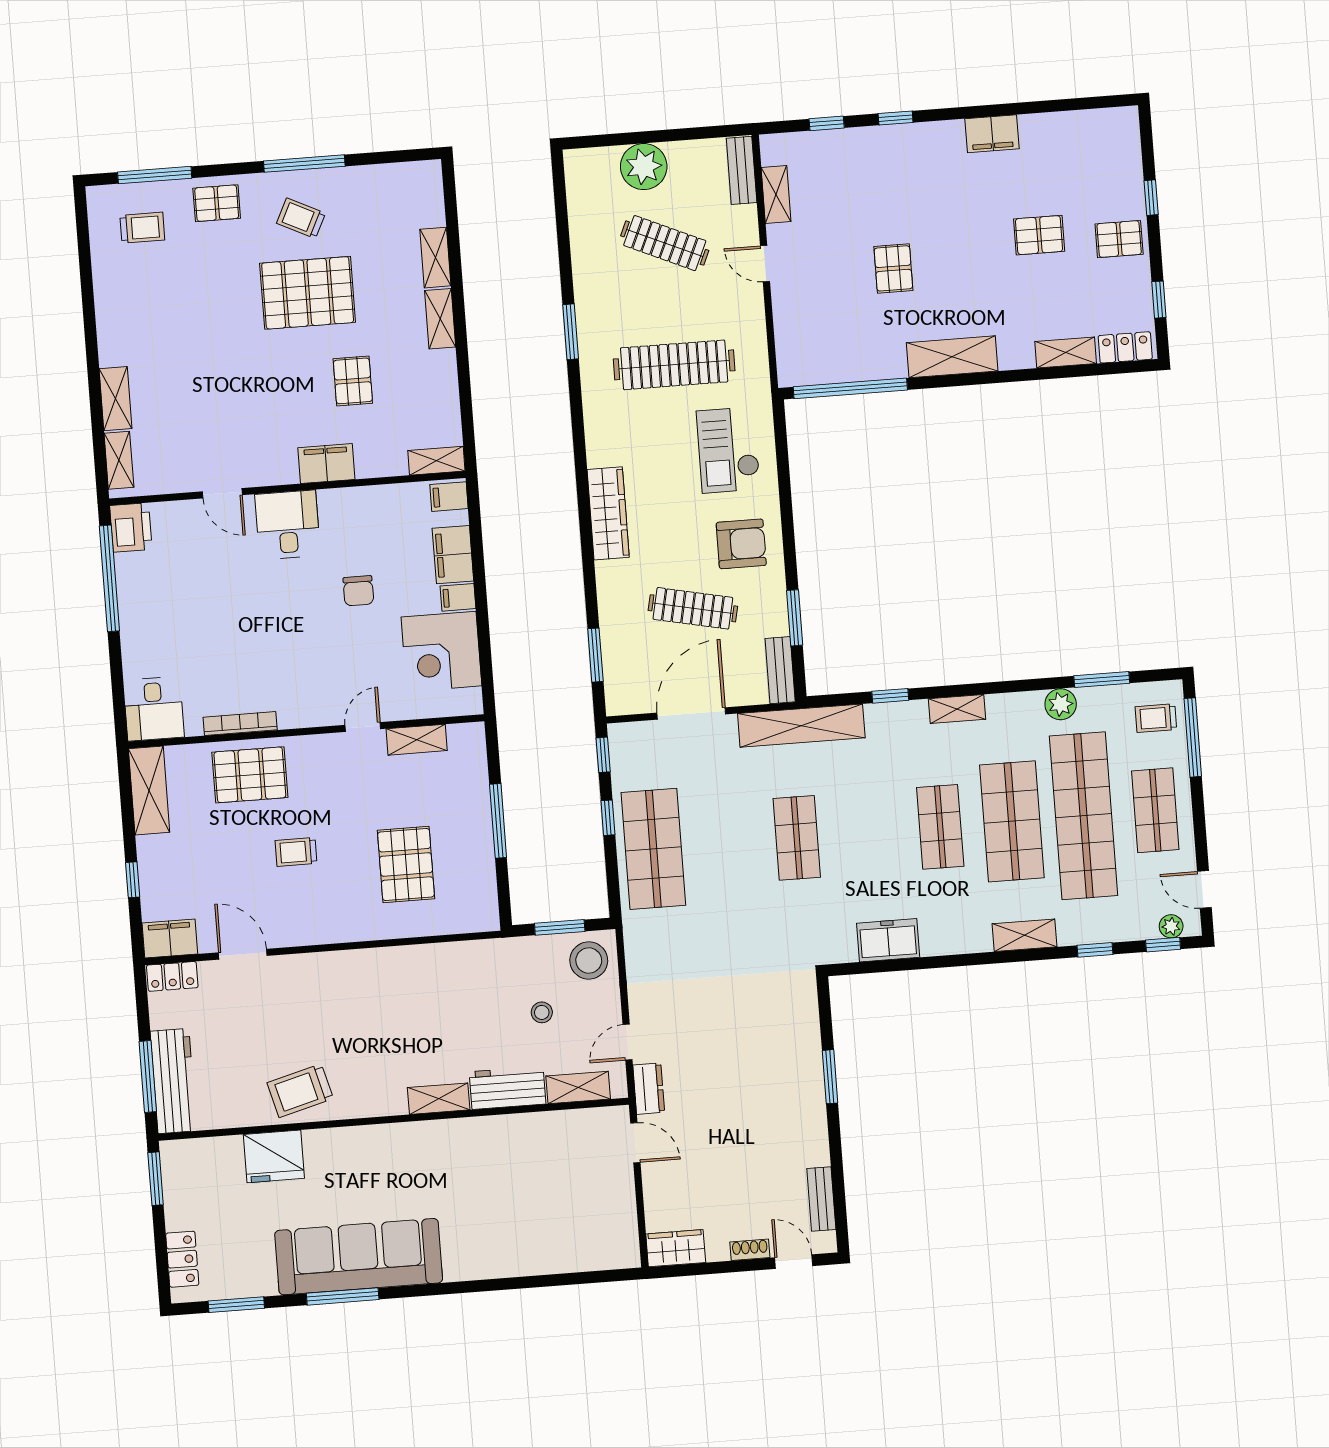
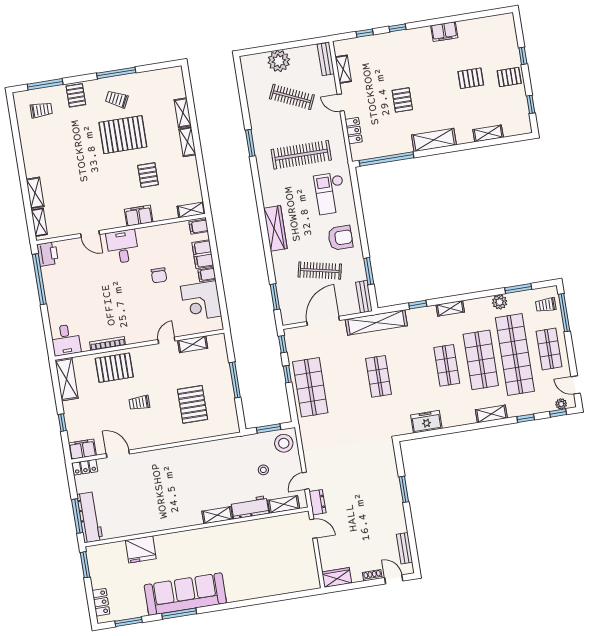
pallet: (217, 203) -> (76, 95), turned 90
locker: (1125, 347) -> (354, 131), moved, turned 90
trolley: (300, 1091) -> (151, 517), removed

